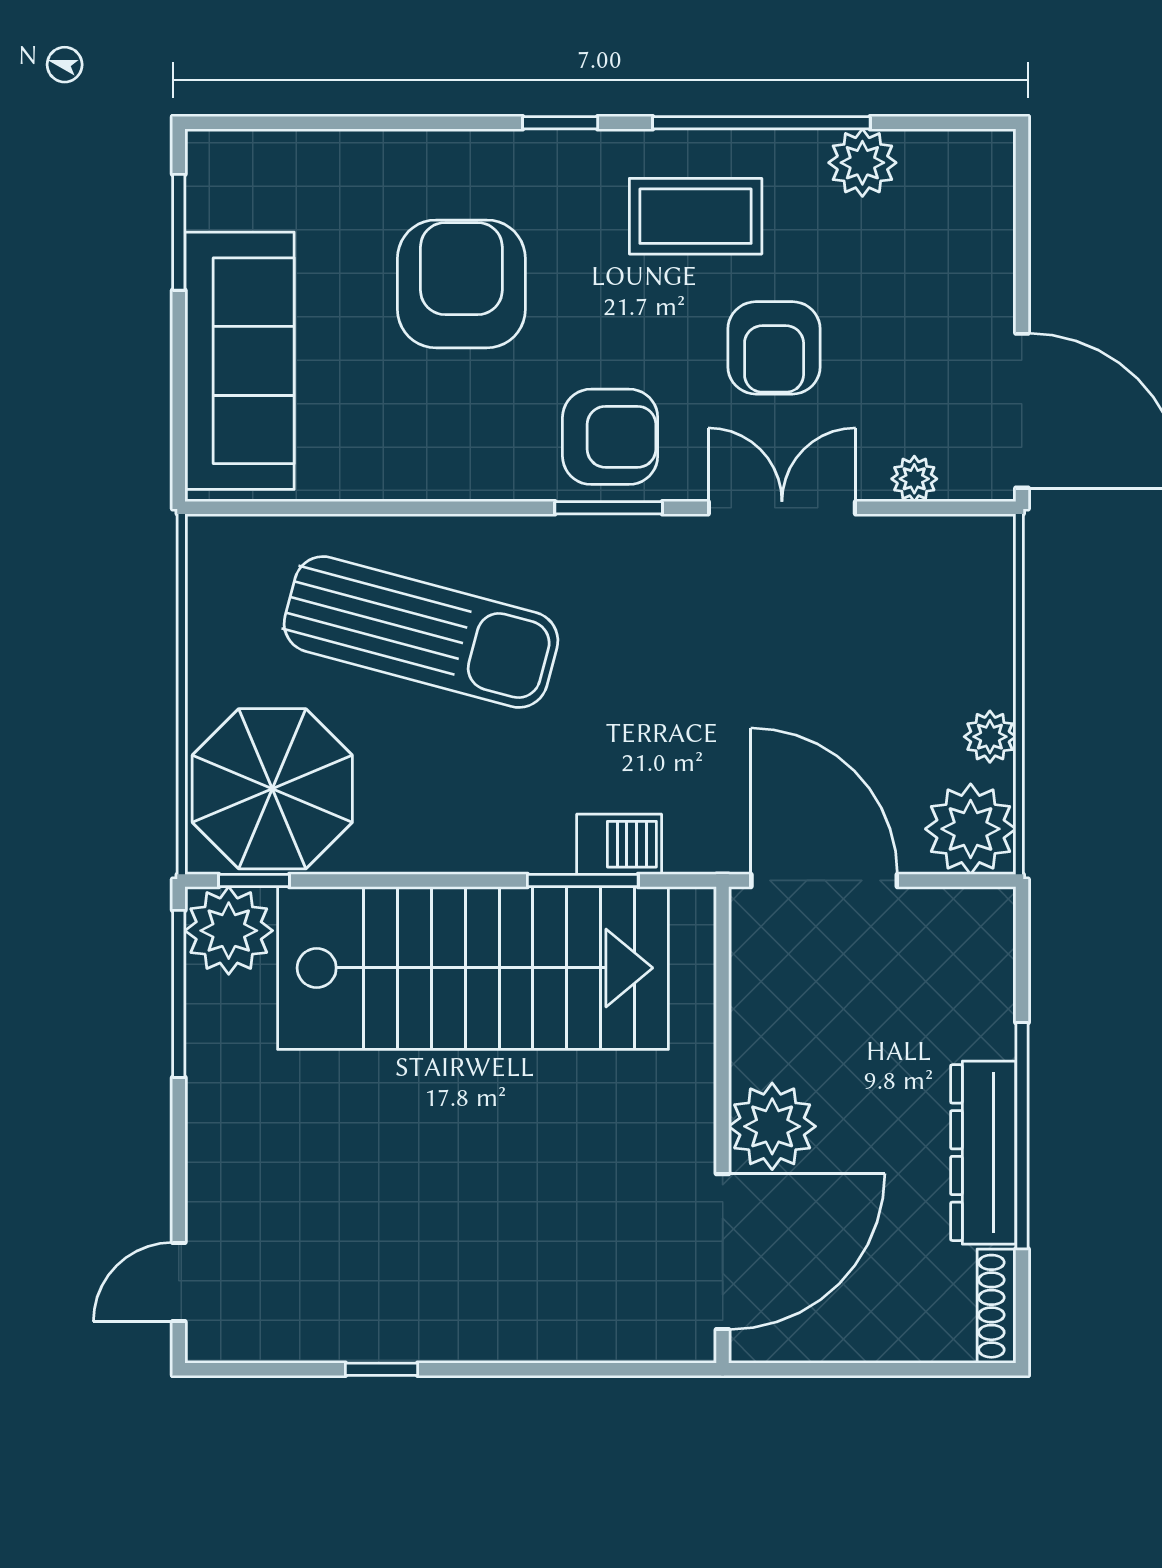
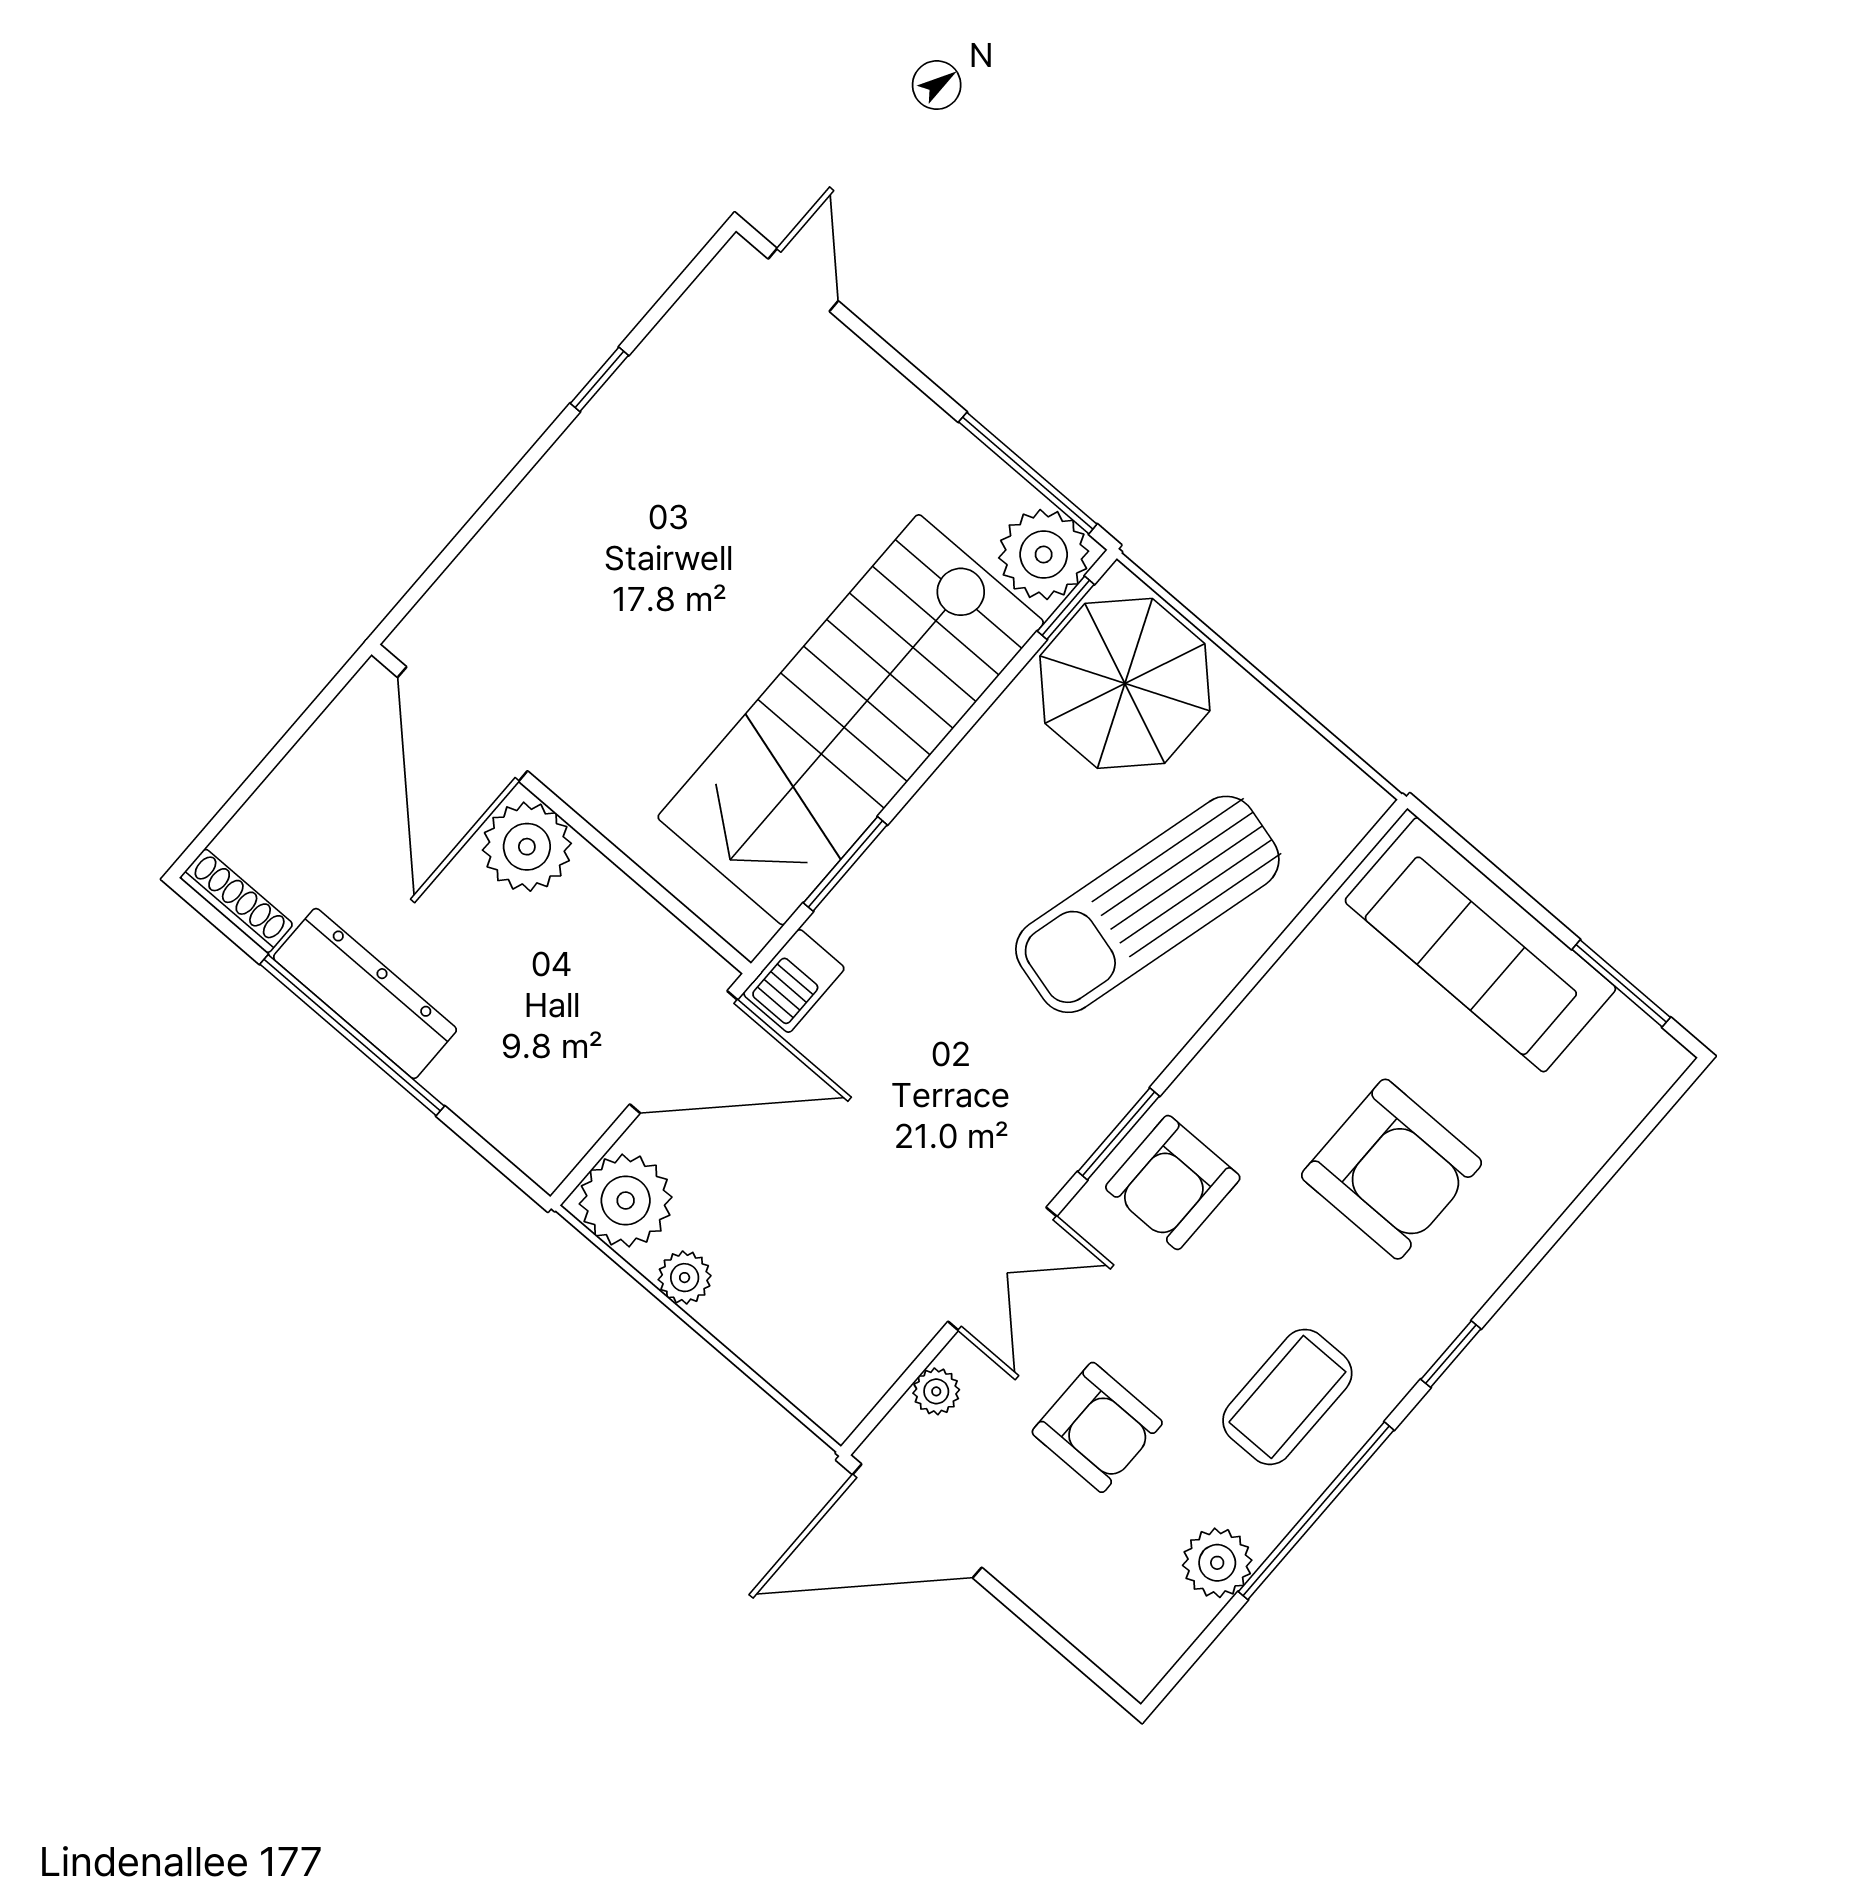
armchair: (774, 348) -> (1097, 1427), moved, turned 180
barbecue: (619, 844) -> (794, 981), moved

